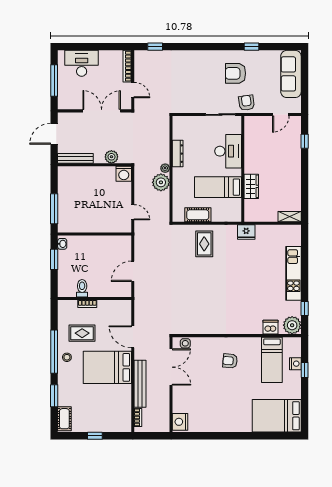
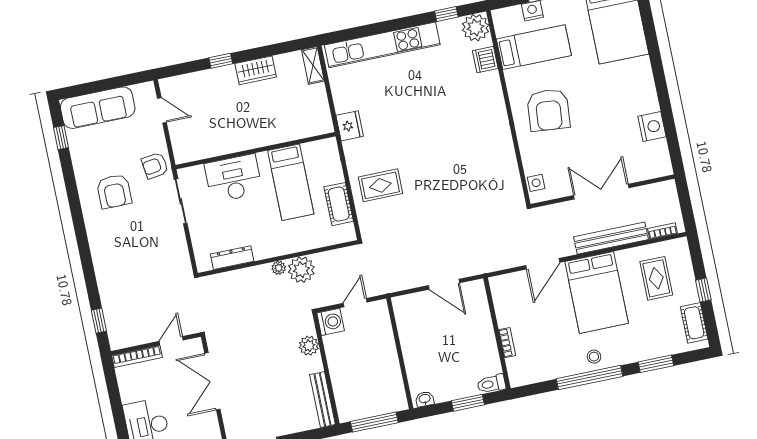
window: (252, 47) -> (61, 138), moved
window: (305, 141) -> (221, 61), moved
dresser: (178, 154) -> (232, 258), moved
plant: (111, 157) -> (309, 346), moved
bench: (75, 158) -> (322, 400), moved
wall: (95, 165) -> (326, 369), moved
washing machine: (124, 174) -> (331, 322), moved
wardrobe: (251, 186) -> (256, 70), moved, turned 180
window: (54, 259) -> (468, 403), moved
kitchen unit: (293, 273) -> (382, 45), width x1.36
toilet: (82, 288) -> (491, 384), moved
rug: (82, 333) -> (656, 278), moved
armchair: (230, 361) -> (548, 110), width x1.88, depth x1.88
double door: (171, 367) -> (601, 192), moved
cot: (64, 419) -> (694, 323), moved, turned 90
nightstand: (180, 422) -> (652, 127), moved, turned -90

